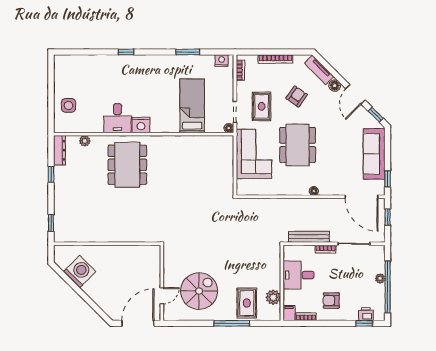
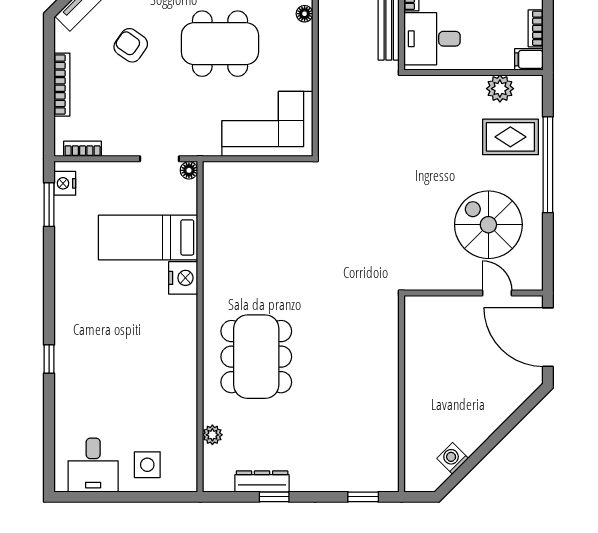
window: (188, 52) -> (49, 205), moved
rug: (262, 106) -> (149, 110), removed
desk: (117, 118) -> (93, 465), moved, turned 90
nightstand: (141, 125) -> (183, 278), moved
dresser: (59, 150) -> (262, 481), moved
corner sofa: (254, 154) -> (267, 124), moved
dining table: (127, 165) -> (256, 357), turned 90
washing machine: (80, 272) -> (453, 458), width x0.53, depth x0.53
desk: (299, 275) -> (432, 39), moved, turned 90
window: (232, 323) -> (548, 165), width x1.46

